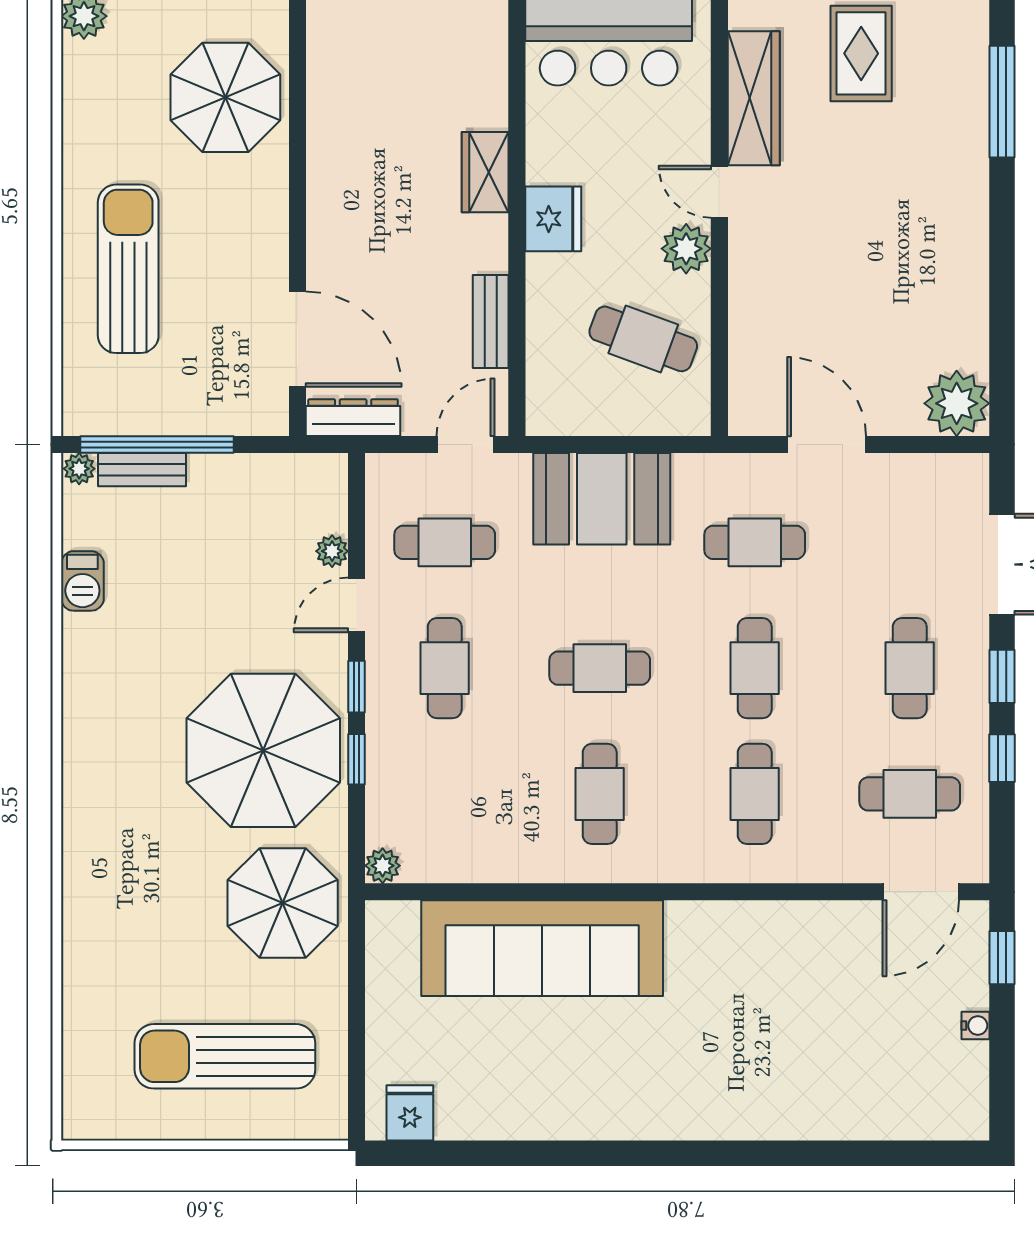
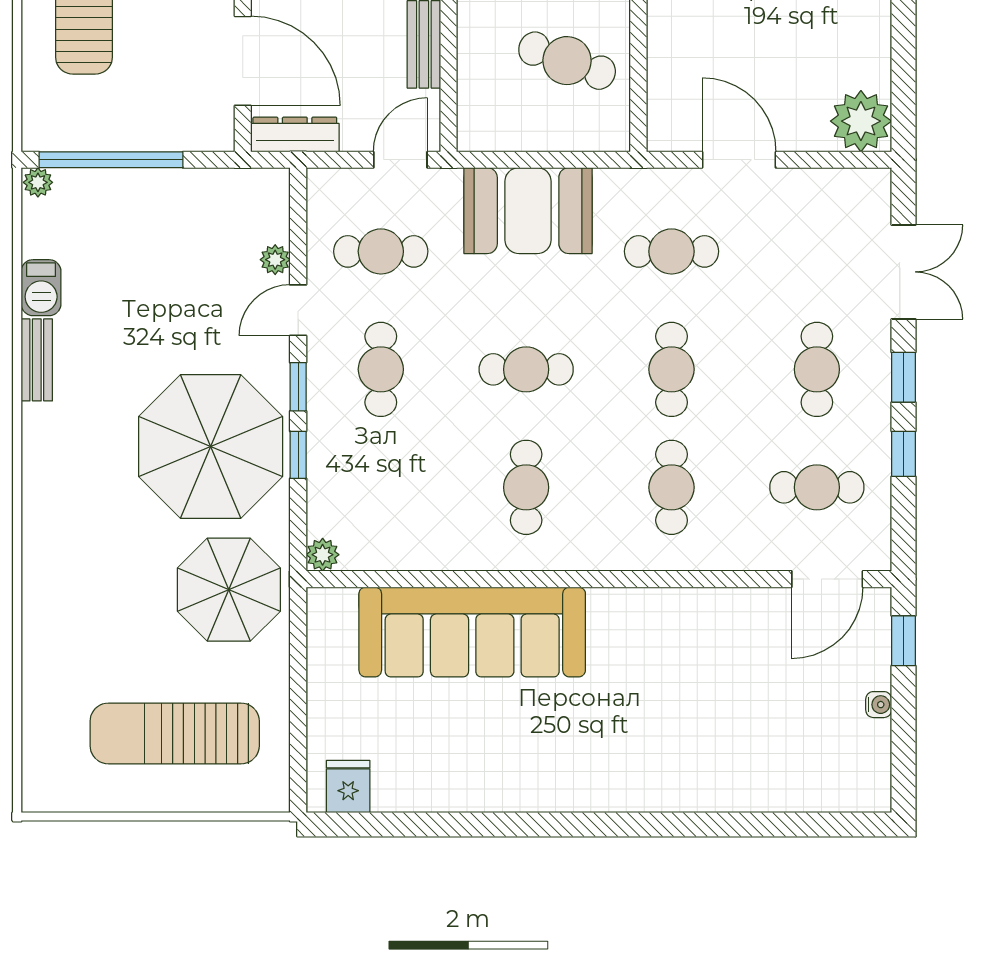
bench: (142, 470) -> (37, 360), moved, turned 90

